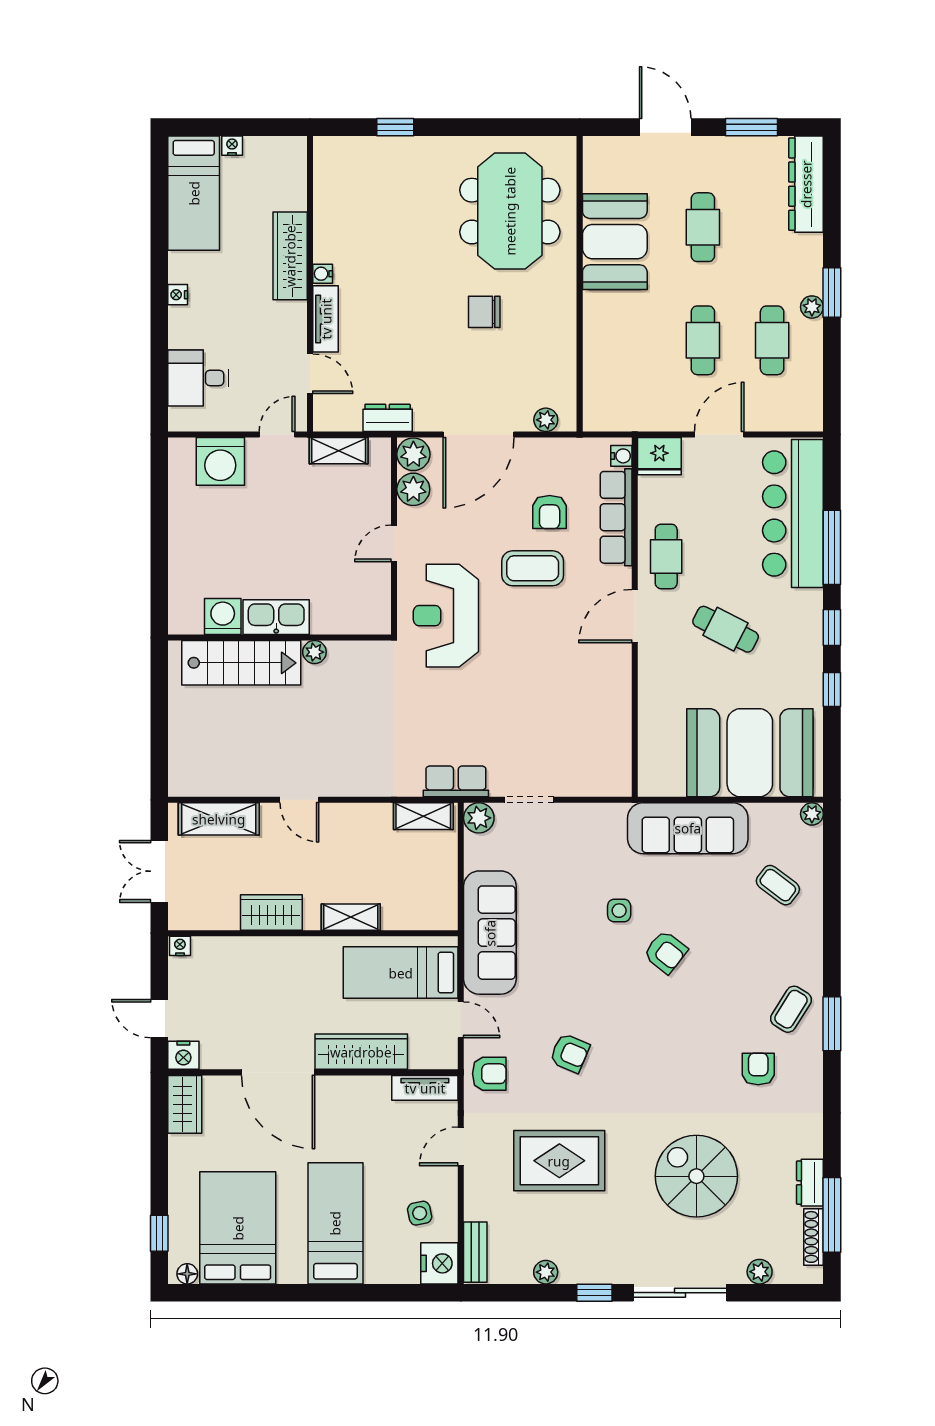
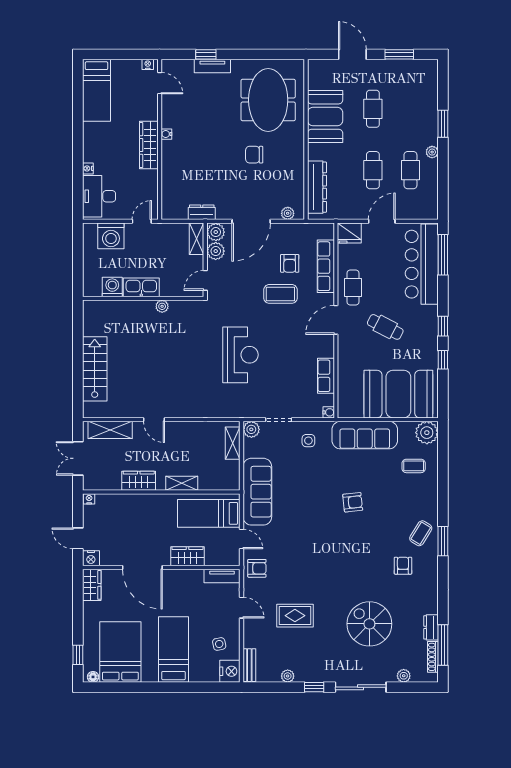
nightstand: (232, 146) -> (148, 64), moved
dresser: (806, 184) -> (317, 187), moved, turned 180
wardrobe: (290, 256) -> (149, 145), moved
window: (832, 293) -> (443, 124), moved
nightstand: (178, 295) -> (88, 168), moved
tv unit: (326, 319) -> (212, 66), moved, turned 90
door: (310, 374) -> (160, 83), moved
desk: (198, 378) -> (99, 196), width x1.37
shelving: (339, 451) -> (197, 239), moved, turned 90
water cooler: (621, 456) -> (329, 412), moved
window: (832, 547) -> (443, 255), moved
washing machine: (223, 616) -> (112, 287), moved
reception desk: (446, 616) -> (240, 355), moved, turned 180
kitchen sink: (276, 617) -> (141, 287), moved
wall: (280, 637) -> (143, 298), moved
plant: (314, 652) -> (162, 306), moved
stairs: (241, 663) -> (95, 369), moved, turned -90
row of seats: (456, 781) -> (326, 376), moved, turned -90
plant: (812, 814) -> (427, 433), width x1.88, depth x1.88
shelving: (423, 816) -> (233, 443), moved, turned 90
coffee table: (778, 885) -> (414, 466), turned -37
side table: (619, 911) -> (308, 441), moved
armchair: (666, 952) -> (353, 502), turned -44
wardrobe: (361, 1052) -> (187, 556), width x0.67
armchair: (570, 1053) -> (301, 557), removed
door: (461, 1146) -> (241, 608), swing flipped
rug: (559, 1161) -> (295, 616), width x0.73, depth x0.70

